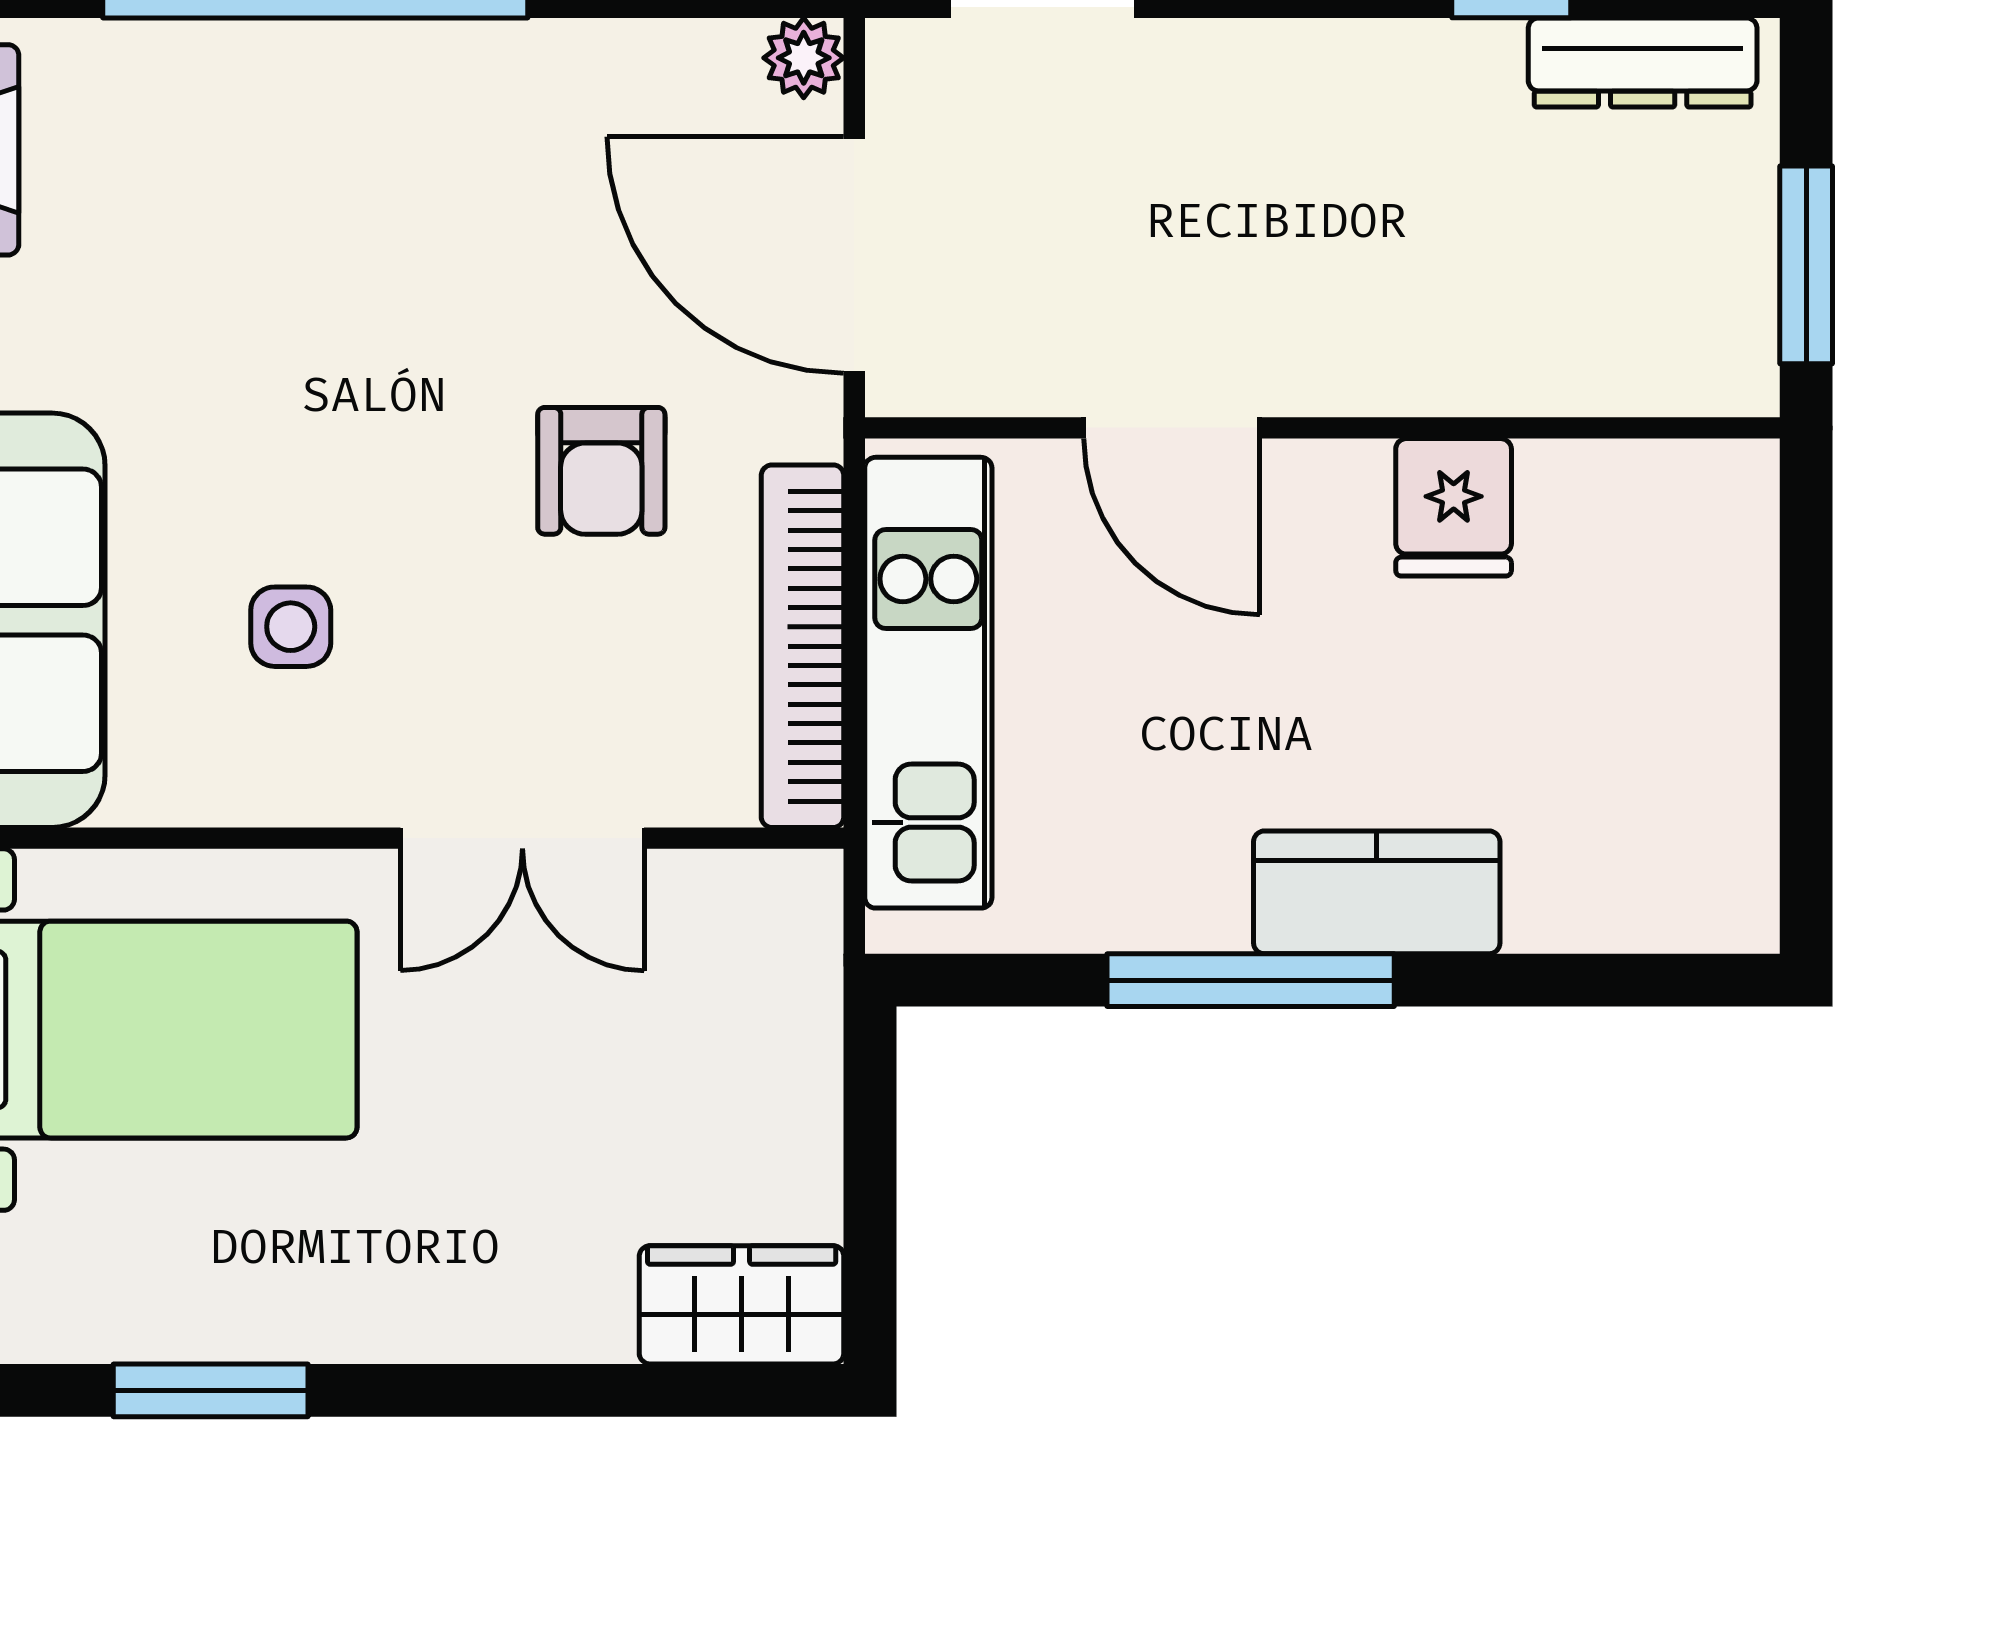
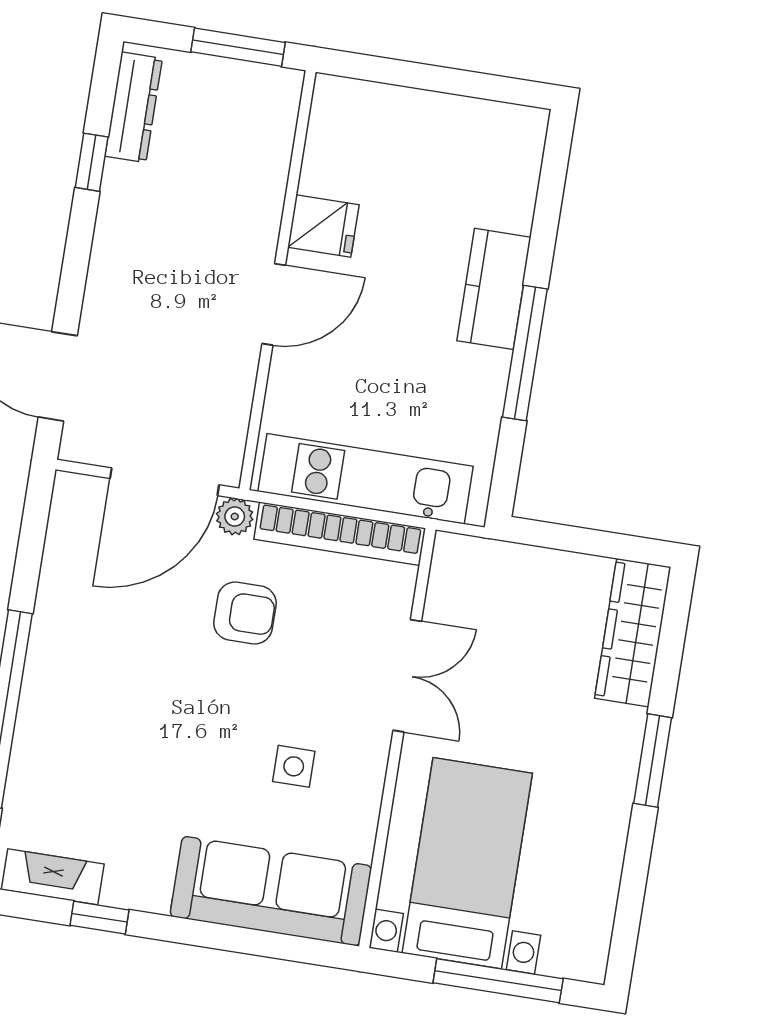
plant: (804, 58) -> (235, 517), moved
door: (1172, 428) -> (274, 304), moved
wardrobe: (742, 1305) -> (633, 633), width x1.50
window: (211, 1390) -> (653, 761), moved

